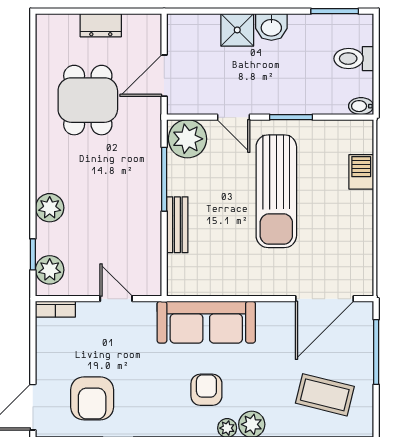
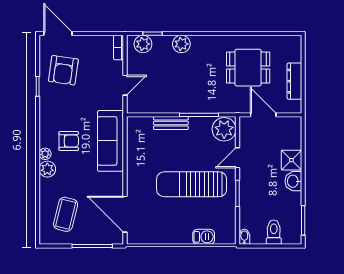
dresser: (101, 25) -> (294, 81), width x1.44
armchair: (92, 398) -> (63, 70), turned -82

